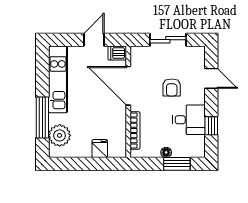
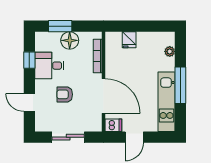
armchair: (172, 87) -> (65, 94), turned -90
window: (42, 117) -> (180, 85), moved
plant: (60, 135) -> (170, 51), width x0.53, depth x0.53
floor lamp: (166, 152) -> (70, 40), width x1.89, depth x1.89

